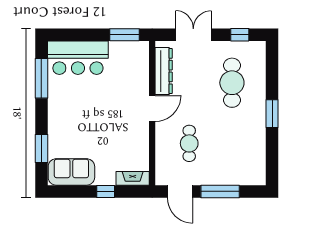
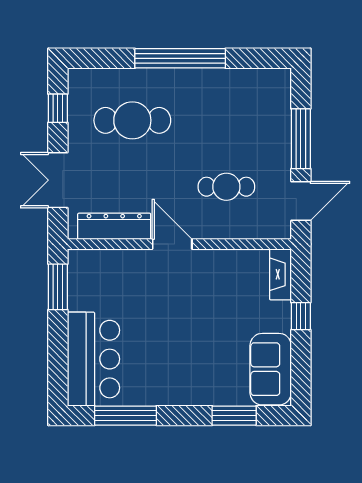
window: (272, 114) -> (180, 58), width x2.11

